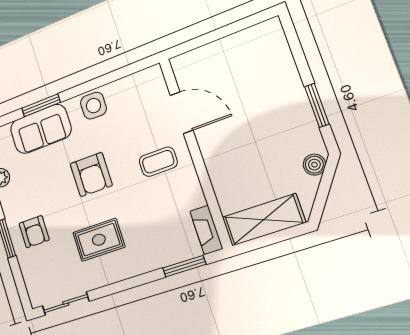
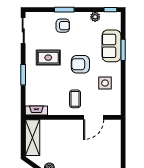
side table: (93, 106) -> (105, 83), moved
armchair: (34, 232) -> (63, 26), turned 180
rug: (99, 240) -> (48, 58), turned 90
window: (184, 266) -> (23, 75), moved

